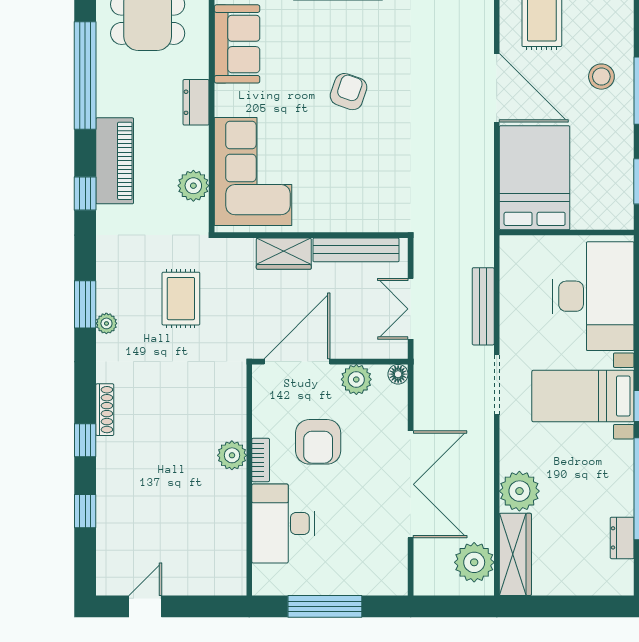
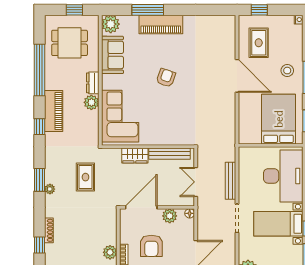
bed: (535, 178) -> (279, 119), moved
plant: (193, 186) -> (91, 102), moved

